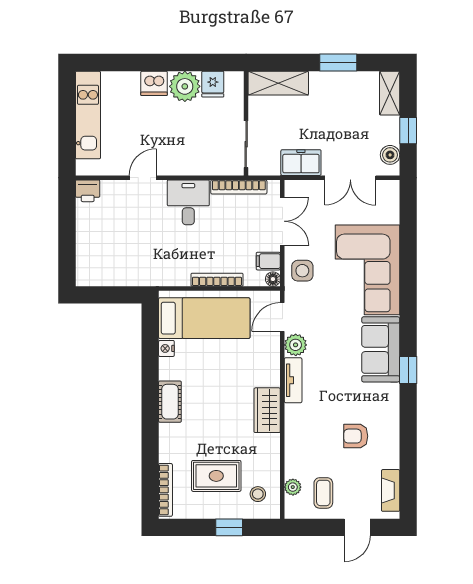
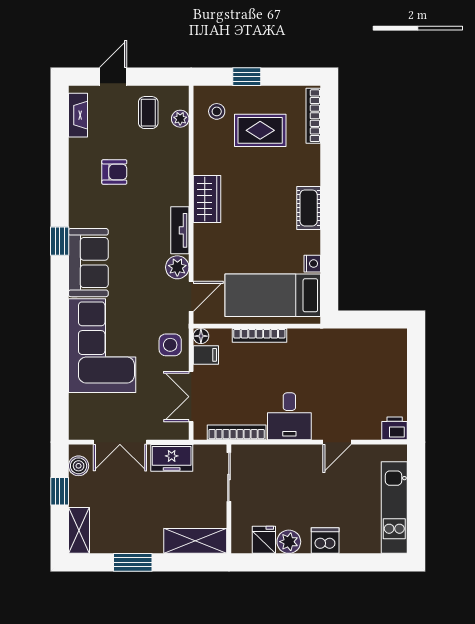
plant: (185, 86) -> (289, 542), width x0.73, depth x0.73
double door: (350, 178) -> (120, 442), swing flipped

